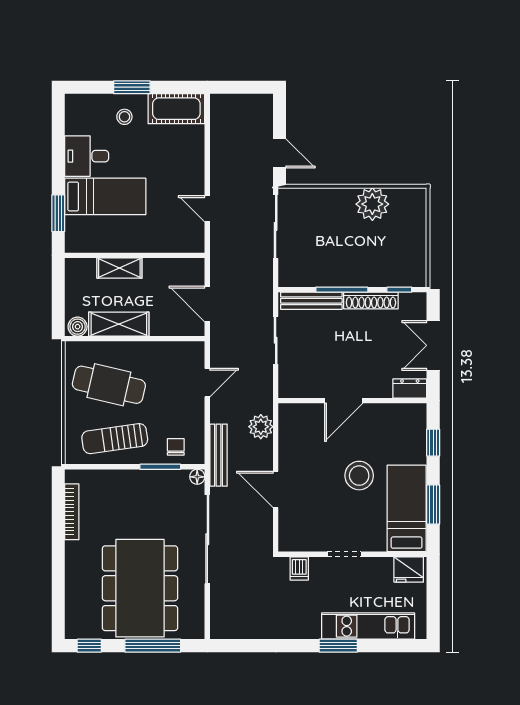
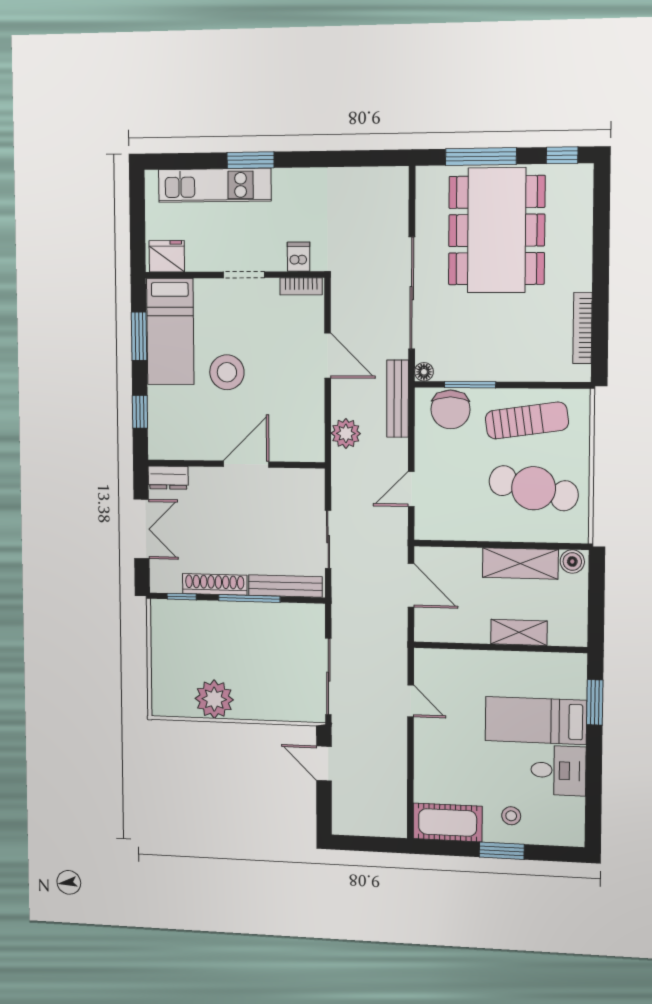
chair: (176, 447) -> (451, 409), width x1.87, depth x1.87
bookcase: (297, 545) -> (301, 286), added

